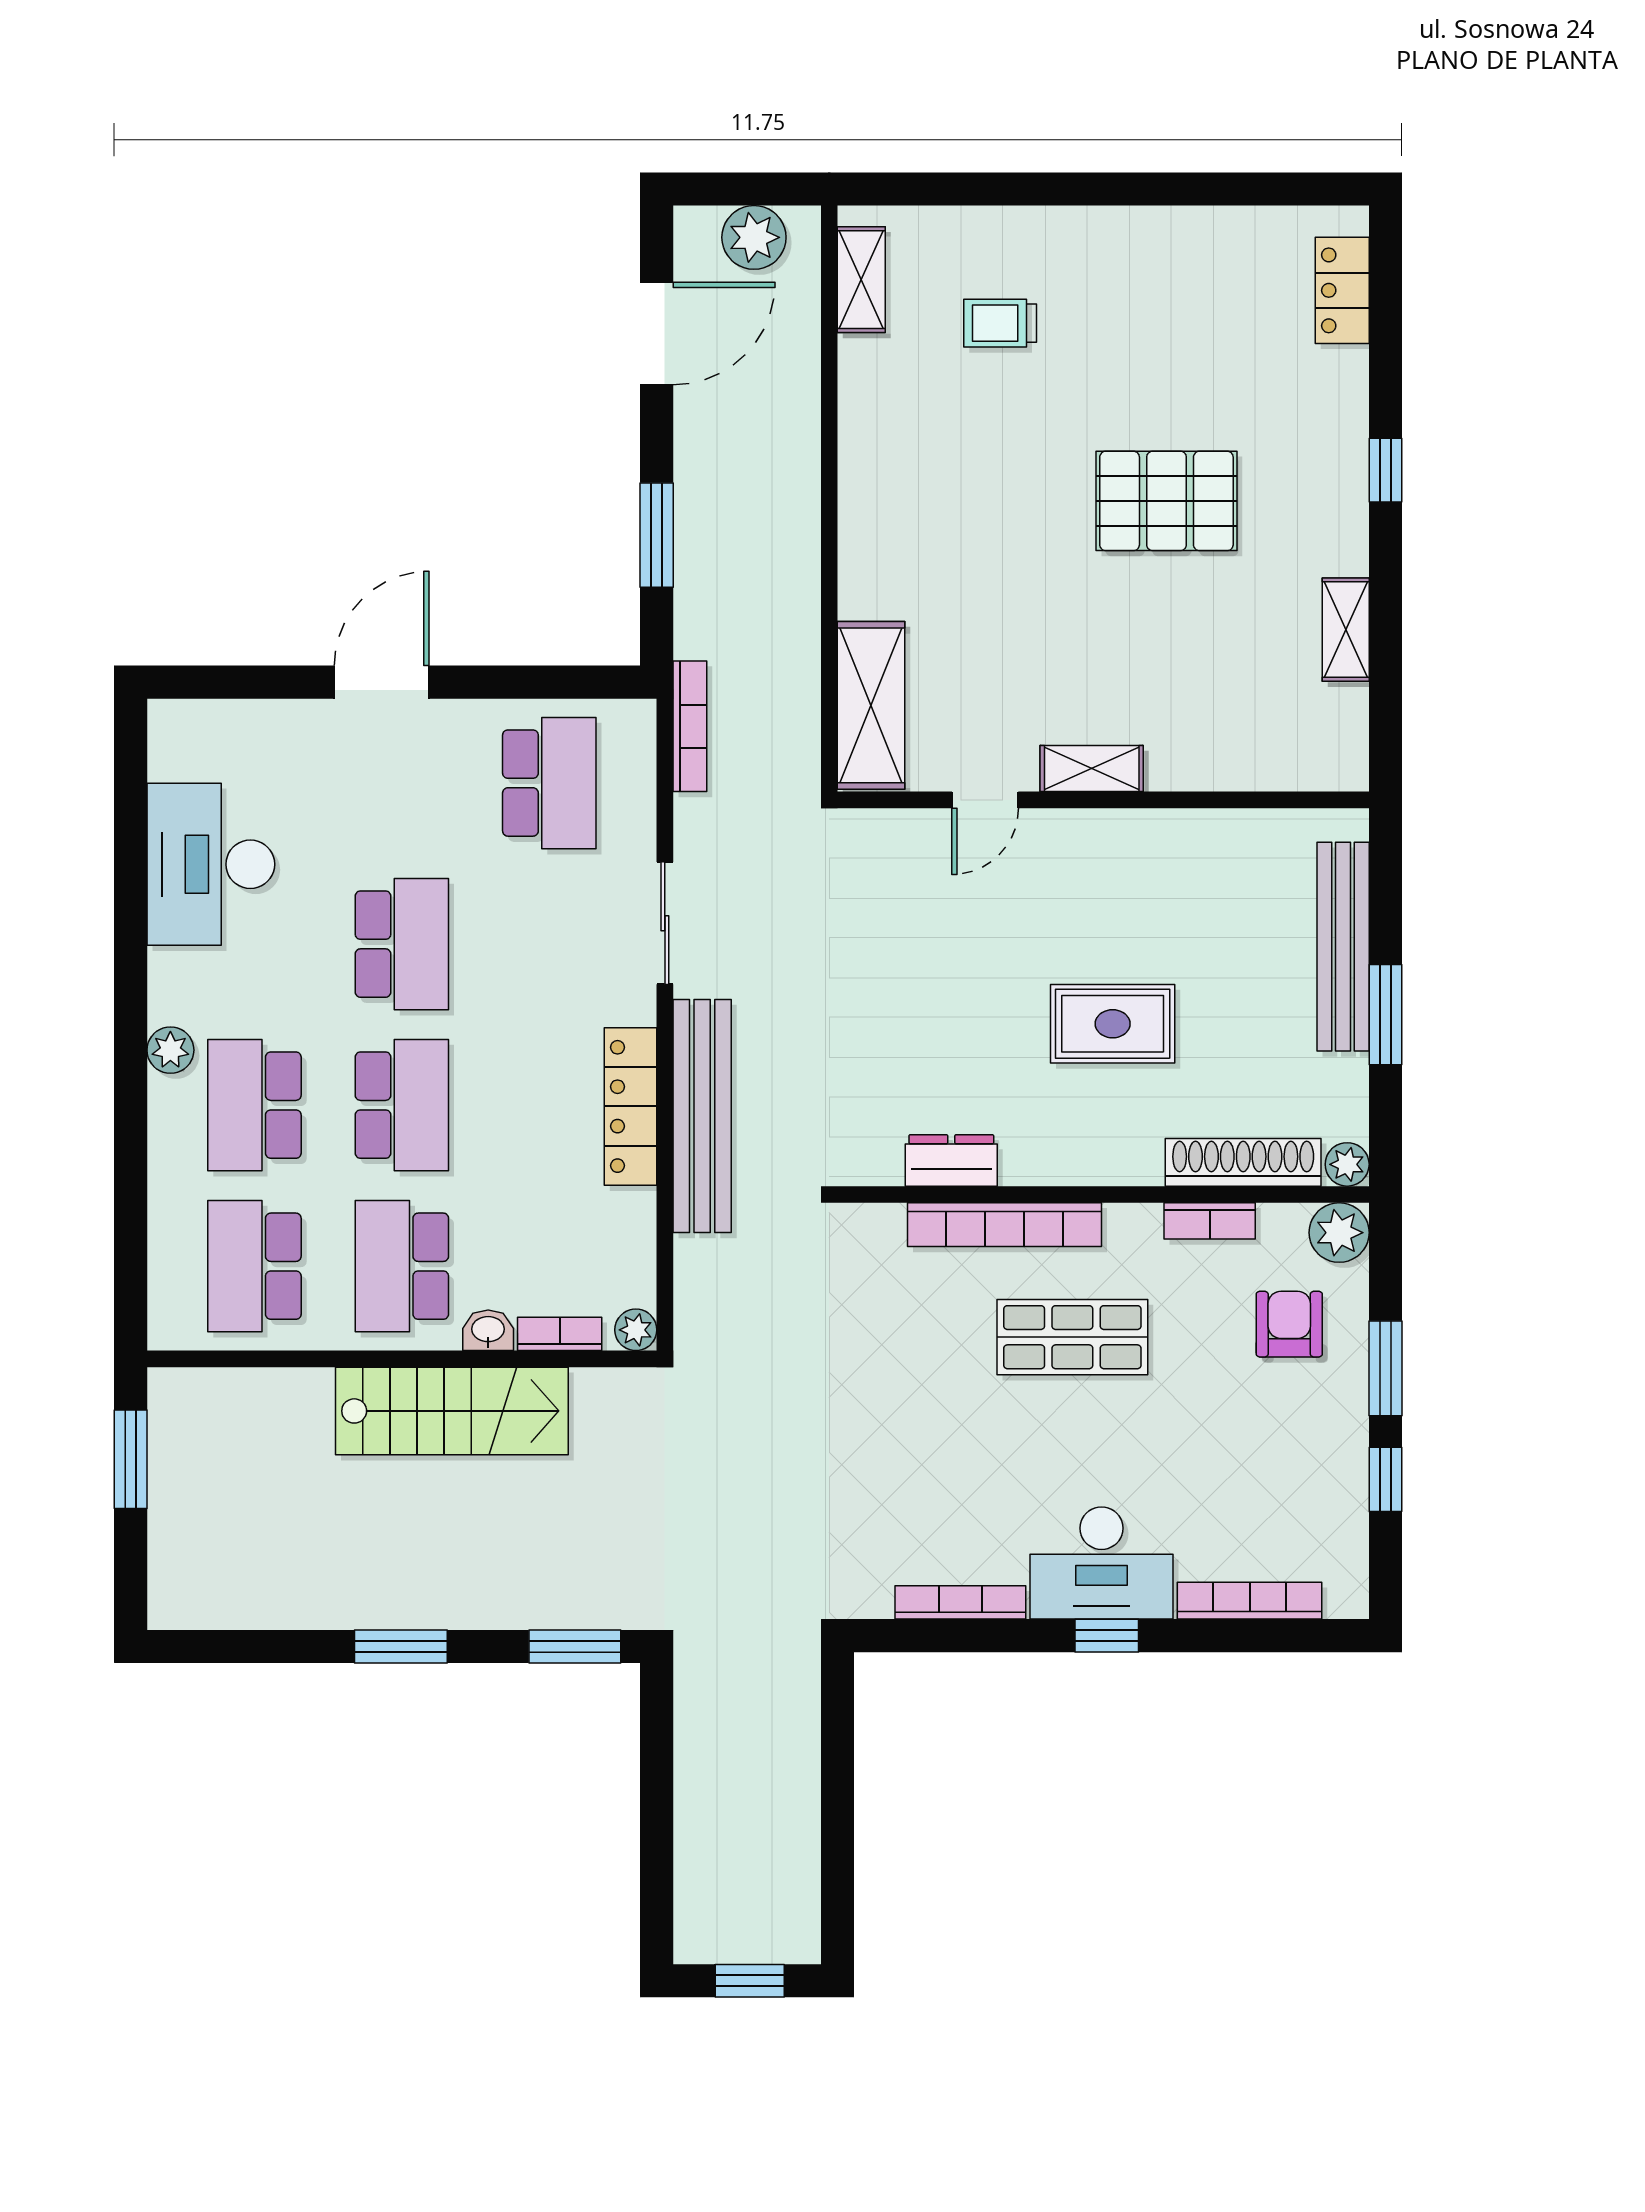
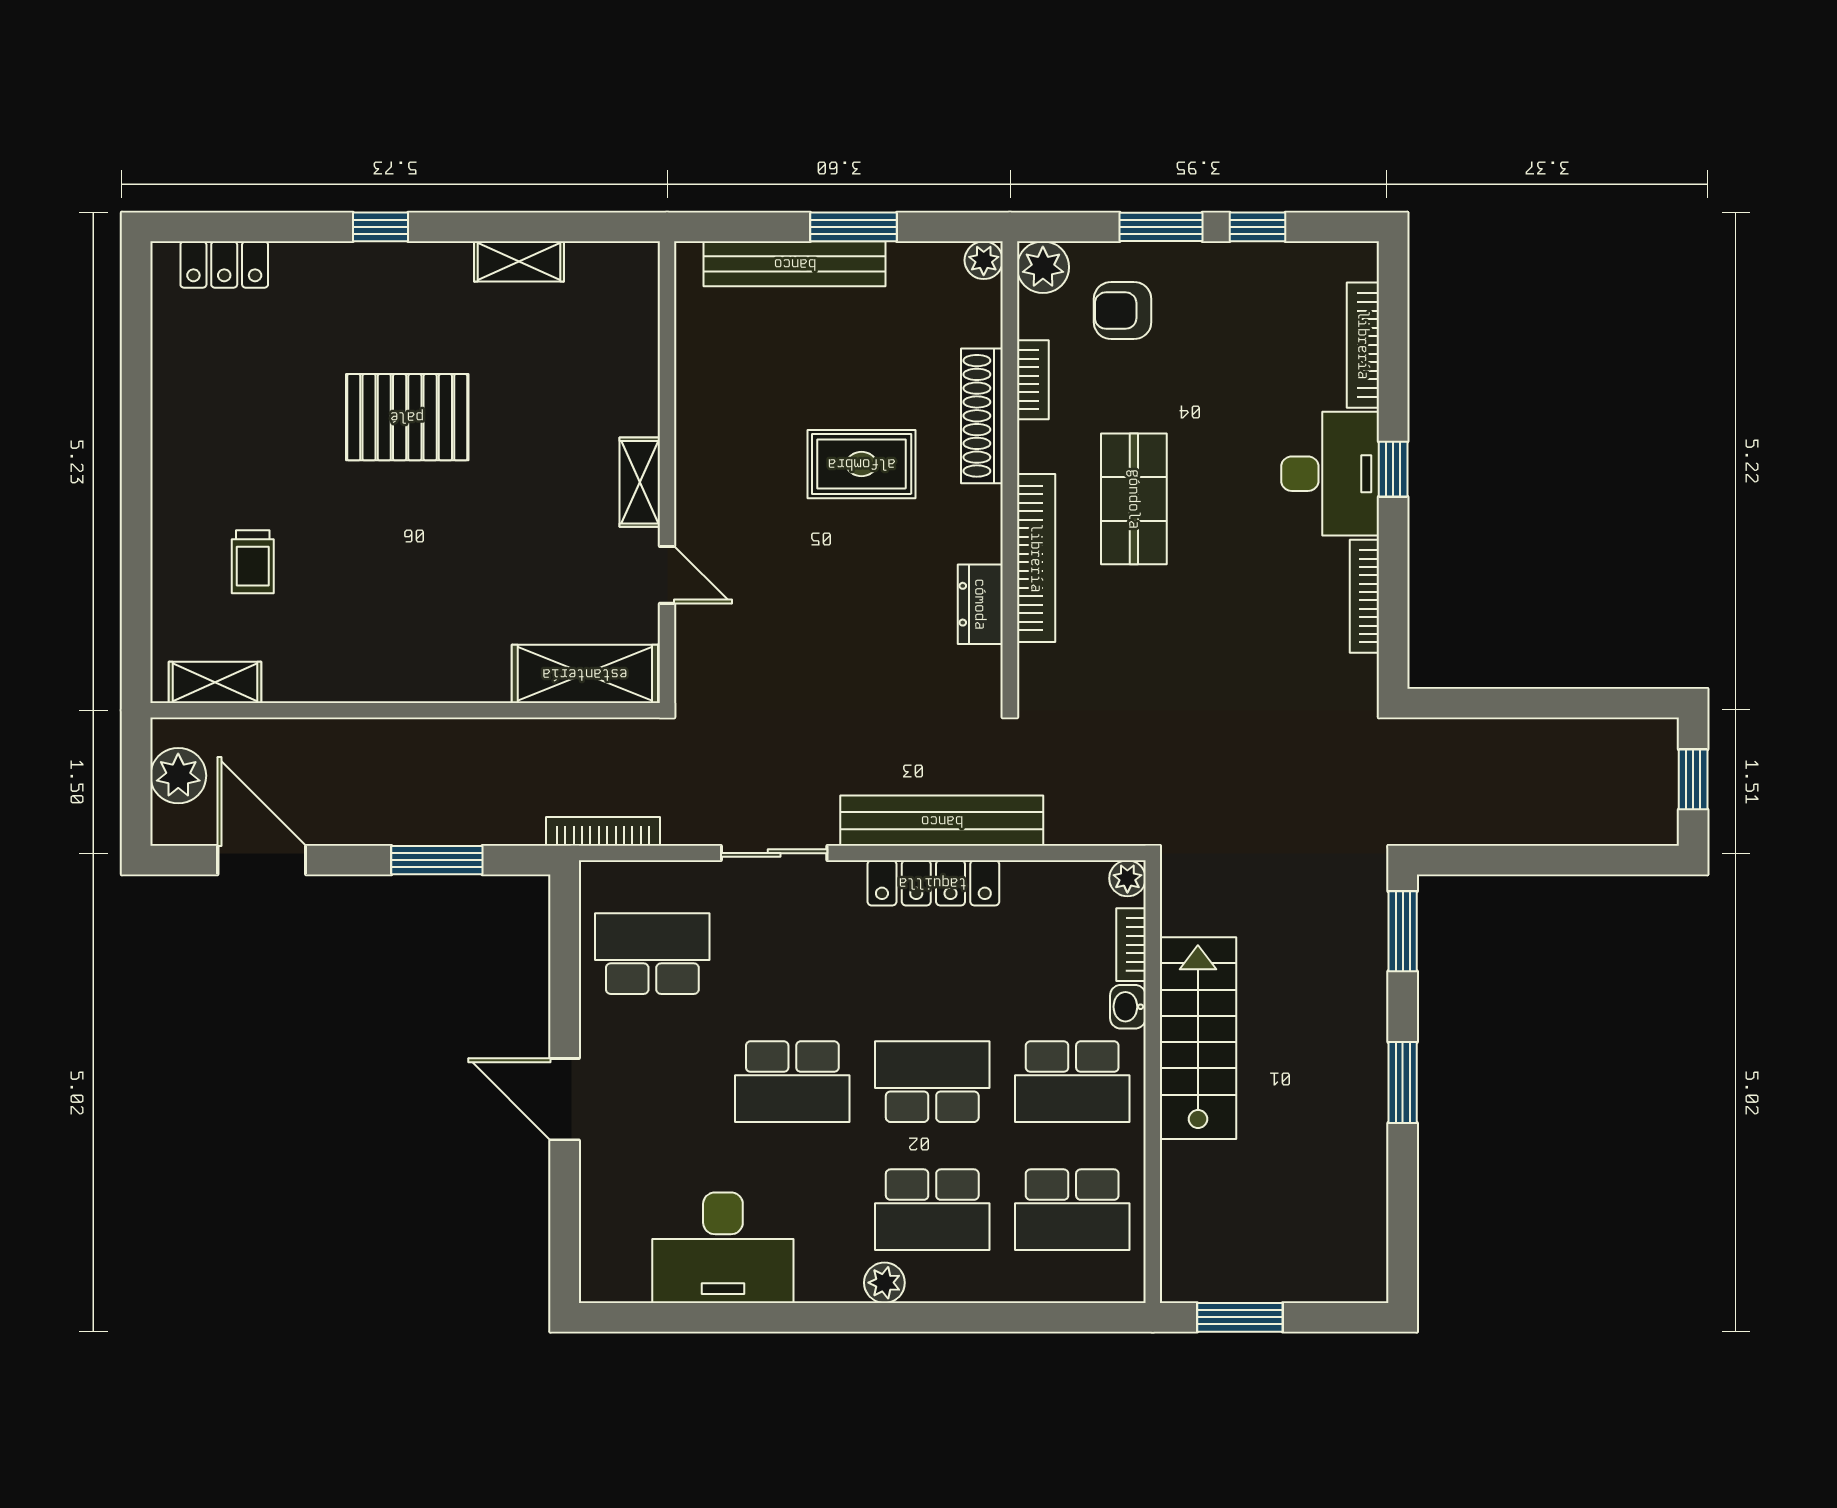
pallet: (1166, 501) -> (407, 417), turned 90
school desk: (402, 944) -> (792, 1082), turned 180
rug: (1113, 1024) -> (862, 464), turned 90
shoe rack: (1243, 1162) -> (982, 416), moved

